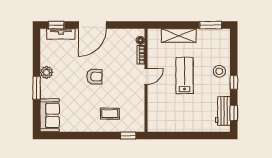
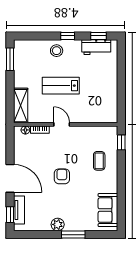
shelving: (179, 36) -> (21, 106), moved
sofa: (50, 115) -> (108, 210), moved, turned -90

